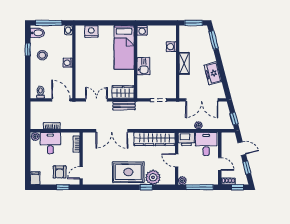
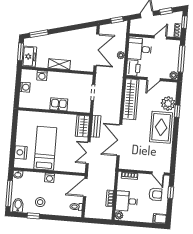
washing machine: (142, 30) -> (25, 87), moved
bed: (124, 47) -> (45, 148), moved, turned -90
freezer: (213, 73) -> (29, 57), moved, turned -75
double door: (112, 131) -> (119, 140), swing flipped

